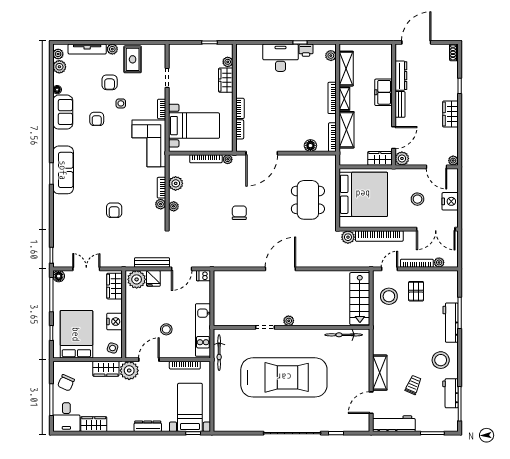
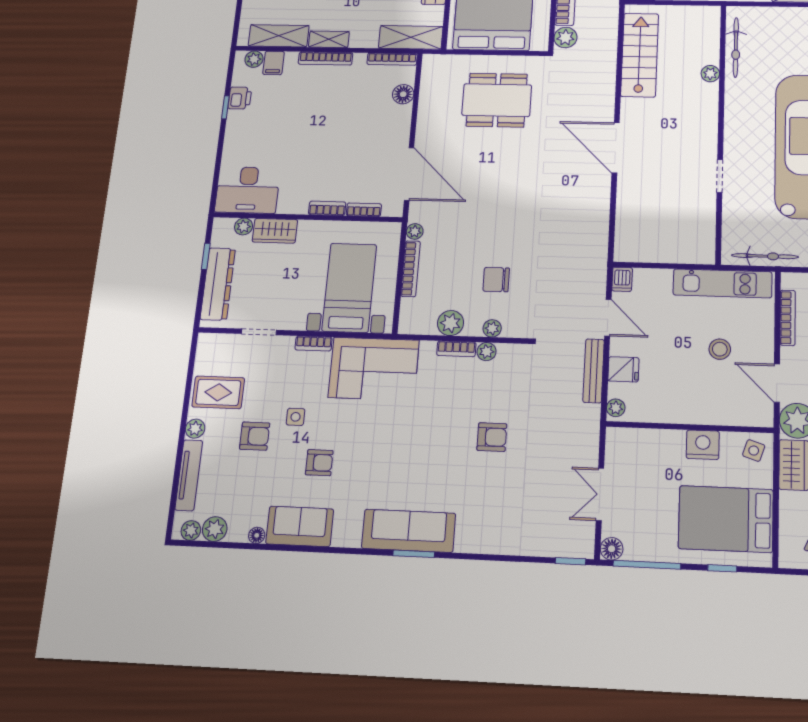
dresser: (194, 51) -> (218, 284), added
desk: (281, 58) -> (247, 190), moved, turned -90
filing cabinet: (329, 67) -> (274, 63), added
shelving: (346, 130) -> (411, 37), moved
chair: (239, 213) -> (496, 280), moved
plant: (137, 279) -> (616, 408), width x0.53, depth x0.53
wardrobe: (115, 286) -> (635, 442), removed
stairs: (360, 299) -> (640, 55), moved, turned -90
plant: (289, 321) -> (710, 74), moved

